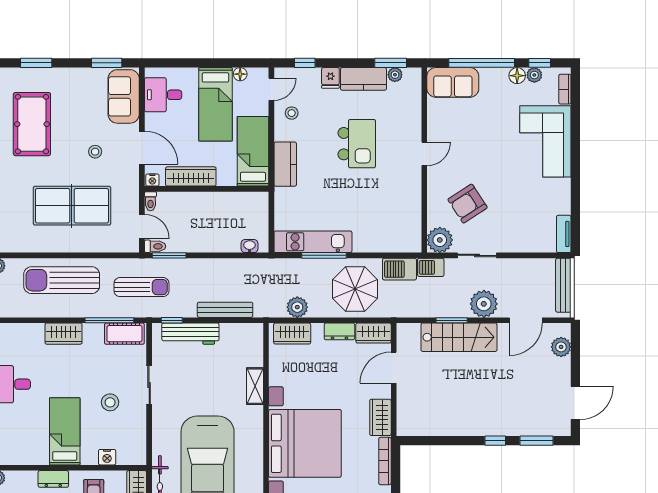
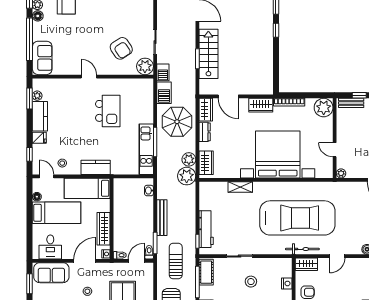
kitchen island: (357, 144) -> (108, 111), moved, turned 90
plant: (484, 304) -> (187, 176), moved
bench: (225, 310) -> (162, 218), moved

